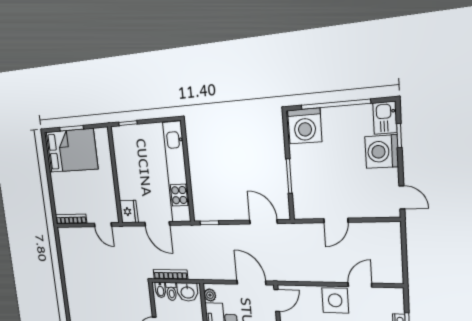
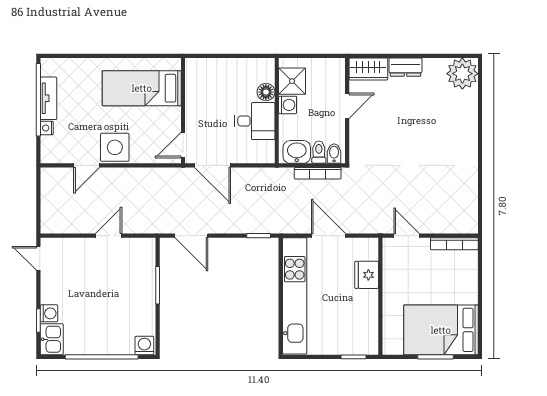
washing machine: (305, 126) -> (144, 346), width x0.53, depth x0.53
washing machine: (382, 152) -> (49, 313), width x0.53, depth x0.53
fridge: (129, 212) -> (367, 275), moved
plant: (210, 295) -> (267, 149), removed

